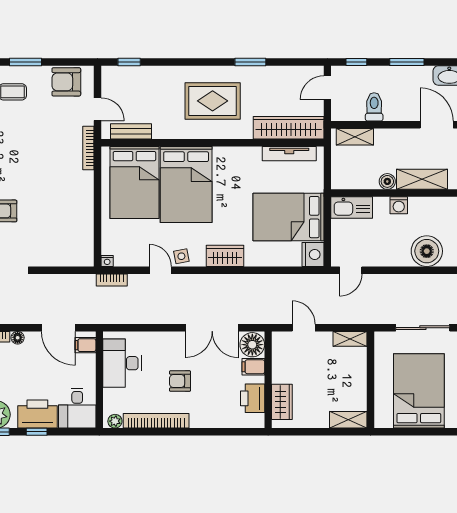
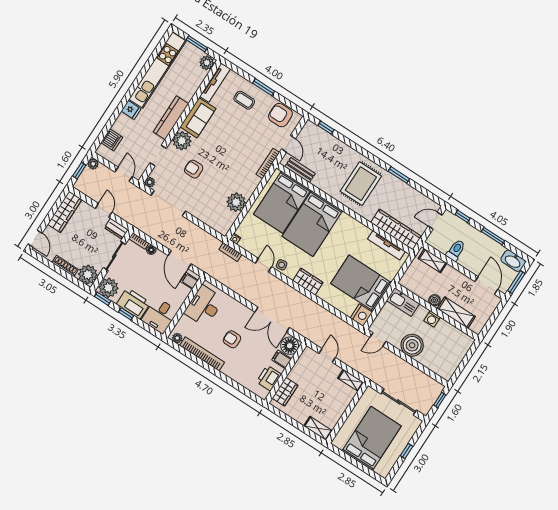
rug: (213, 101) -> (361, 184), turned 90
plant: (81, 217) -> (236, 202), added
boiler: (427, 251) -> (412, 345), moved

